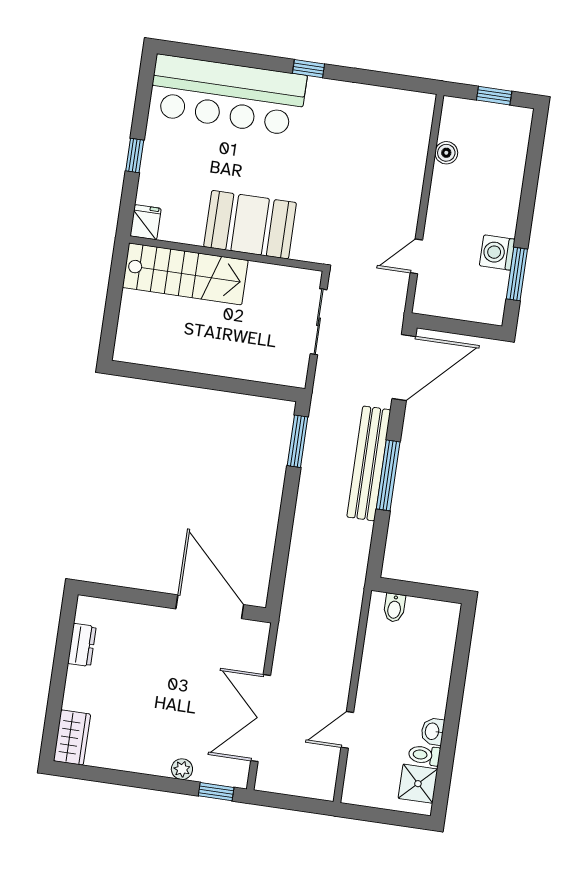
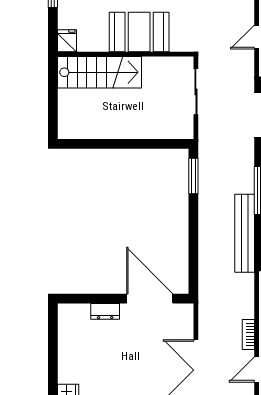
bench: (369, 463) -> (245, 233), moved
dresser: (82, 645) -> (105, 311), moved, turned 90
bookcase: (343, 679) -> (248, 335), added

